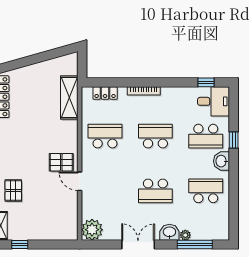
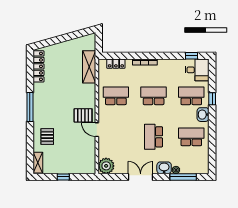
school desk: (206, 136) -> (191, 96), turned 180
school desk: (155, 191) -> (154, 137), turned 90
window: (20, 245) -> (63, 177), moved

